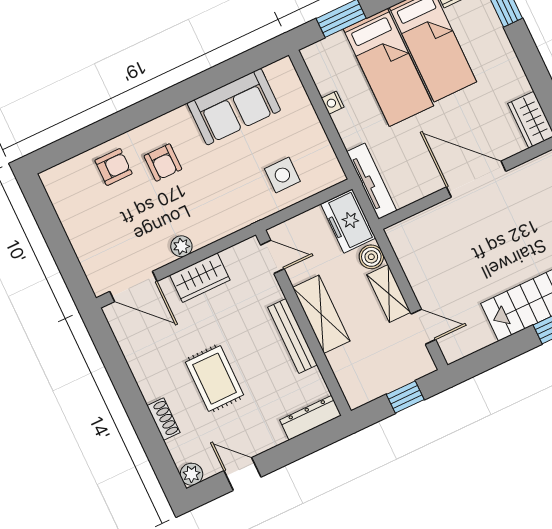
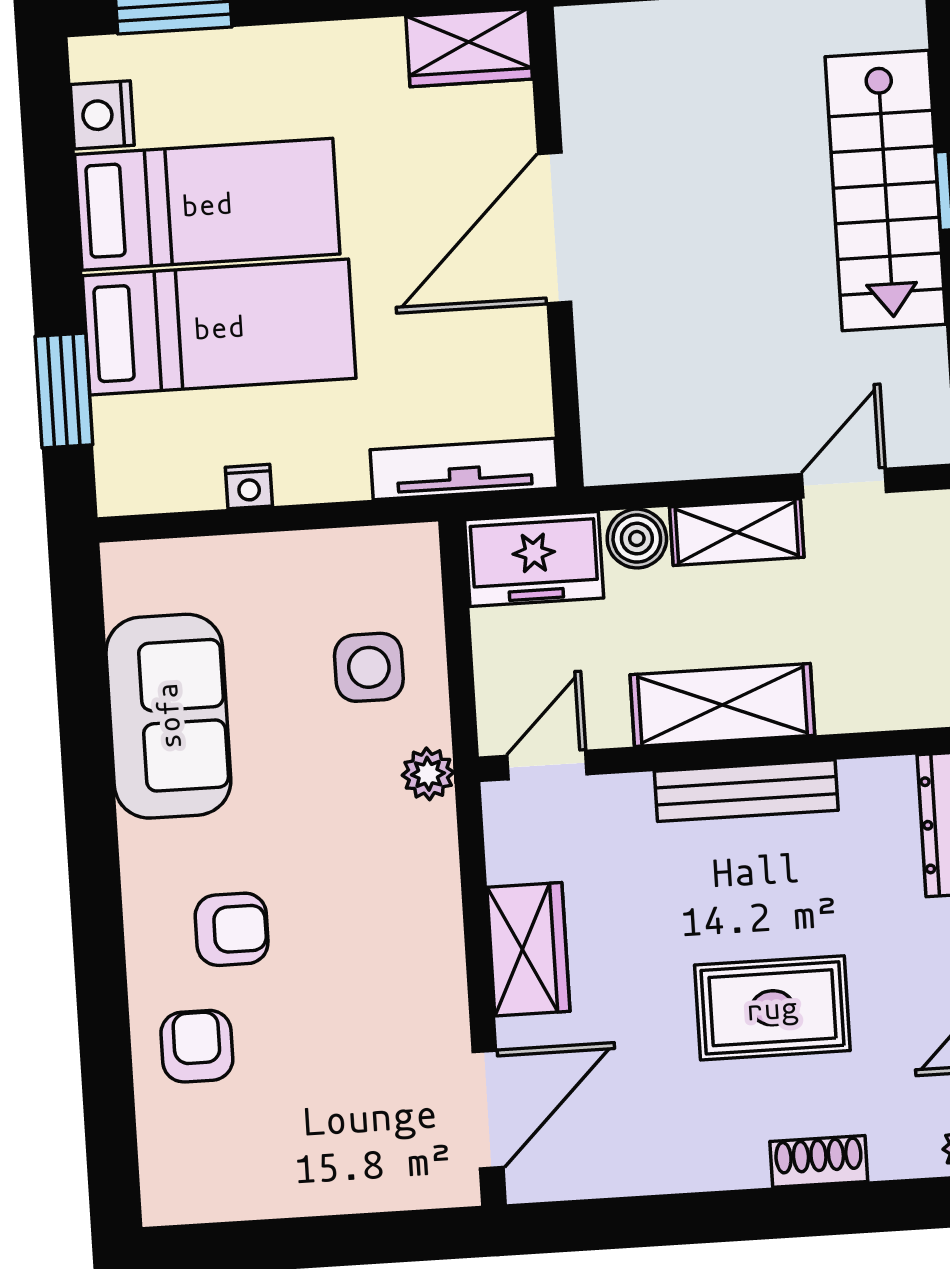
plant: (181, 246) -> (428, 774), moved

